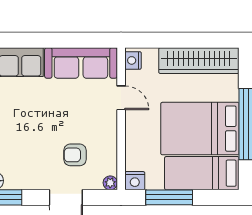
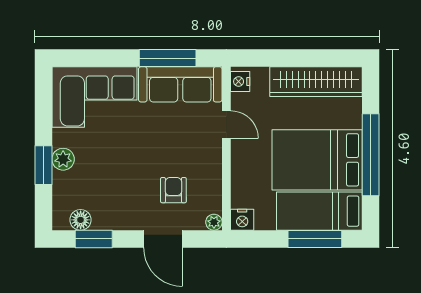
window: (70, 40) -> (168, 58), added
armchair: (75, 155) -> (173, 190), turned 90
window: (169, 197) -> (315, 239), moved

